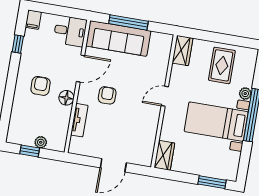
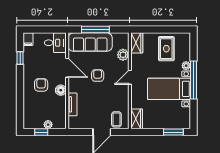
plant: (161, 64) -> (123, 55), added
door: (80, 68) -> (67, 68), hinge flipped
armchair: (107, 95) -> (98, 76), moved
coffee table: (136, 151) -> (116, 119), added

